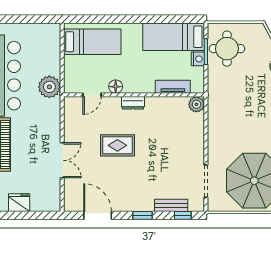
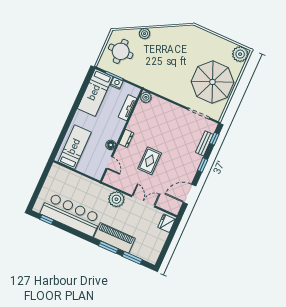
round table: (227, 49) -> (121, 51), moved
plant: (49, 87) -> (116, 199), moved
fridge: (19, 203) -> (167, 223), moved

